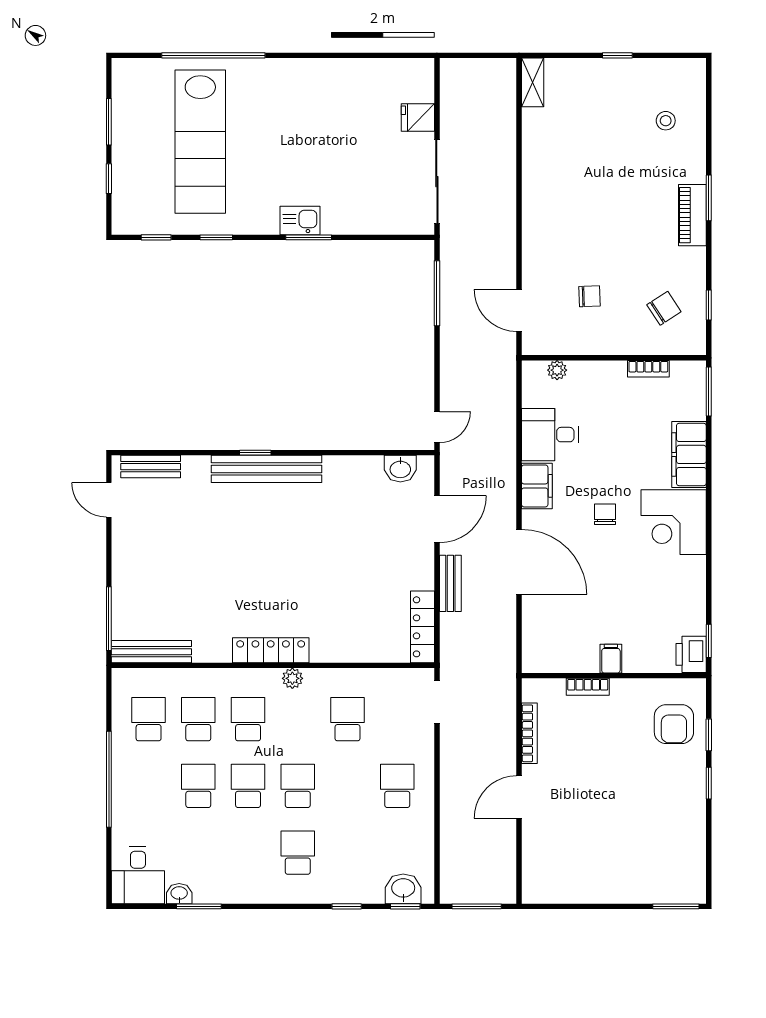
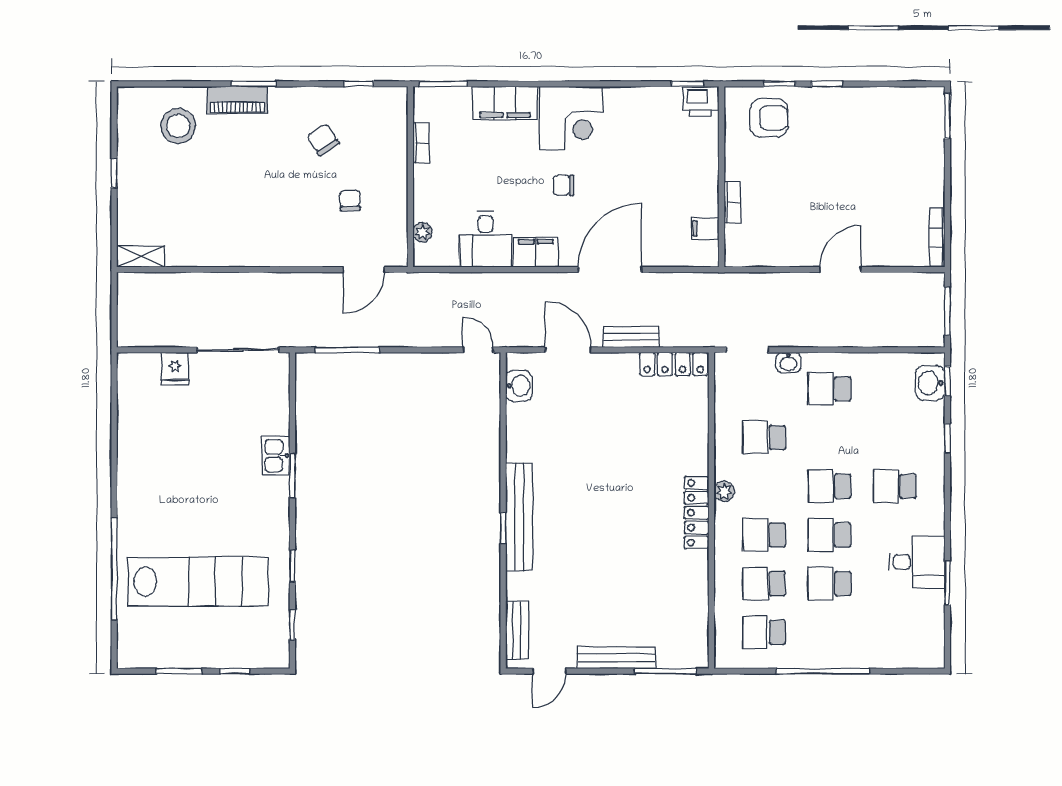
stool: (666, 121) -> (178, 126), width x1.89, depth x1.89
piano: (692, 215) -> (237, 100), moved
kitchen sink: (300, 220) -> (276, 456), moved
chair: (664, 308) -> (323, 140), moved
bench: (151, 652) -> (617, 658), moved, turned 90
filing cabinet: (611, 659) -> (705, 228), moved
bookcase: (529, 733) -> (937, 237), moved, turned -90
door: (519, 797) -> (840, 270), swing flipped
desk: (138, 875) -> (917, 562), moved
washbasin: (179, 894) -> (788, 362), moved, turned -90

